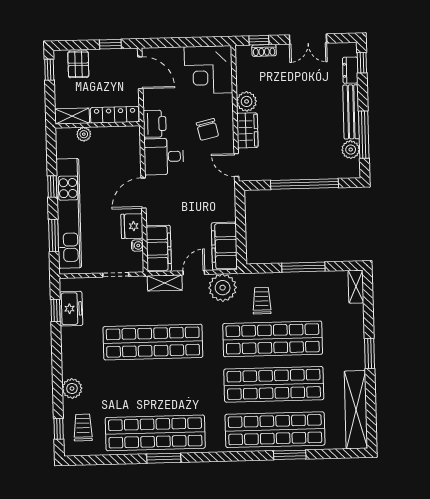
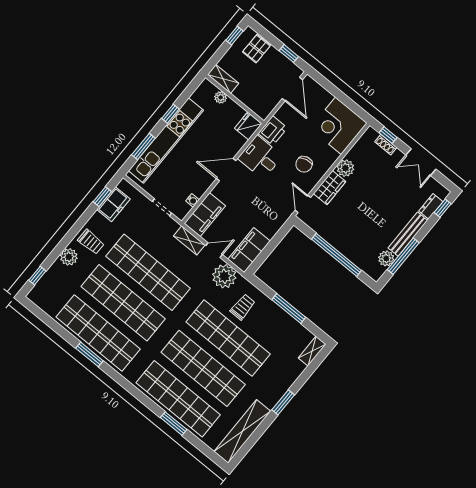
locker: (115, 115) -> (252, 102), removed
fridge: (132, 226) -> (248, 126), moved
shop shelf: (154, 387) -> (123, 303), added
trolley: (83, 427) -> (91, 242), moved, turned 90

